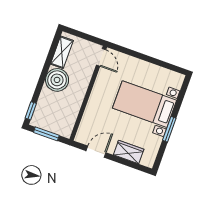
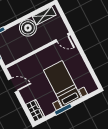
door: (101, 57) -> (62, 38), hinge flipped
wardrobe: (129, 152) -> (35, 111), moved

